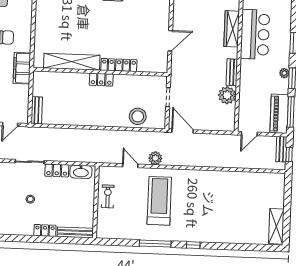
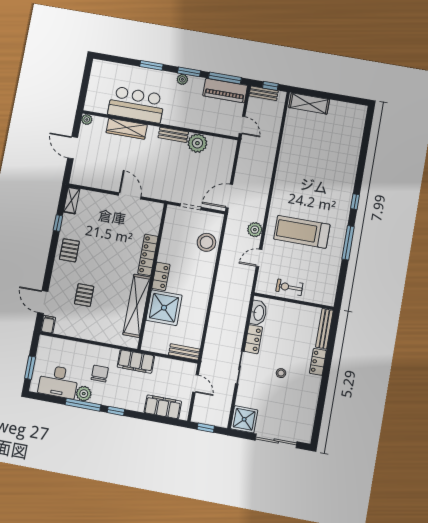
pallet: (75, 13) -> (84, 295), added
shower: (73, 86) -> (164, 308), added
shelving: (276, 226) -> (309, 103), moved

